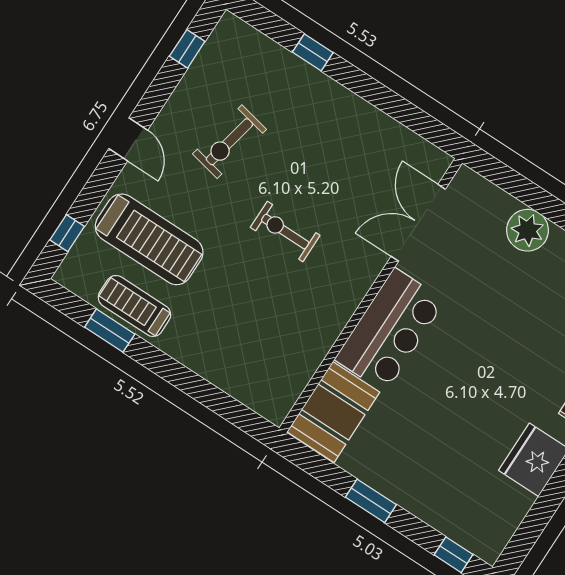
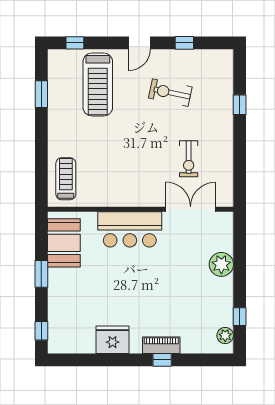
window: (187, 49) -> (184, 43), moved
exercise bike: (285, 231) -> (189, 159), moved, turned 180
treadmill: (134, 306) -> (66, 179), moved
booth: (333, 412) -> (64, 243), moved, turned 90

